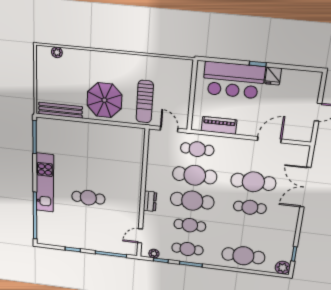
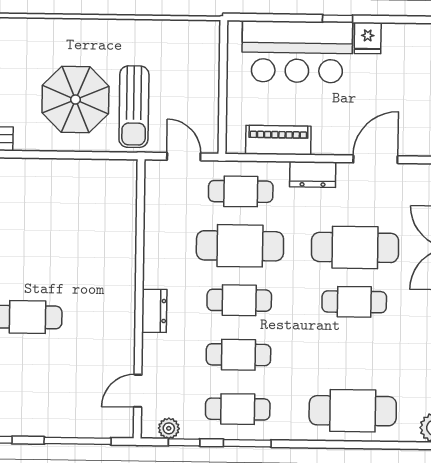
parasol: (104, 100) -> (75, 100), moved
dresser: (235, 144) -> (313, 174), added
cafe table: (192, 201) -> (239, 300), width x0.73, depth x0.74

